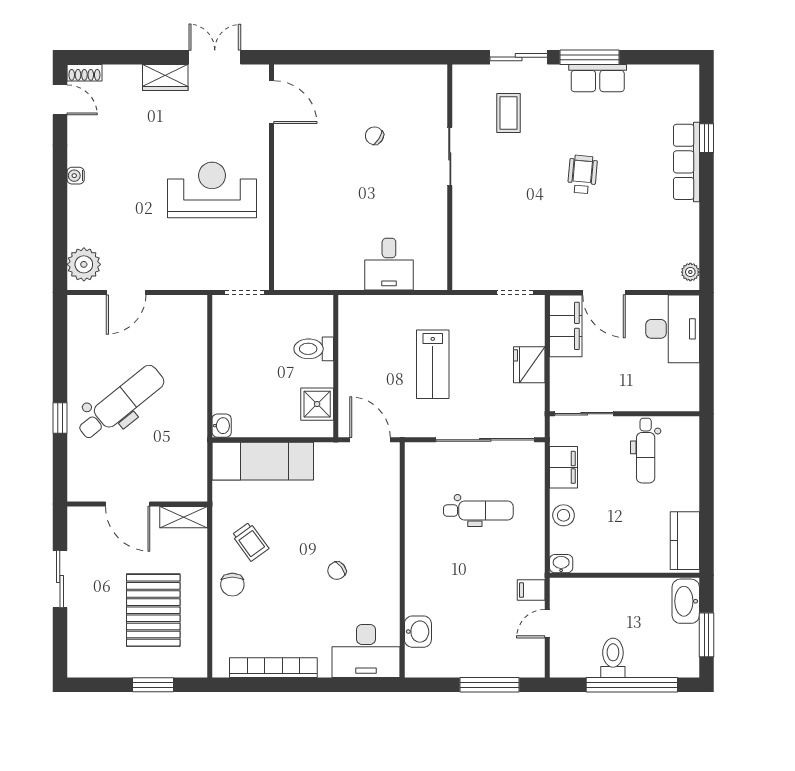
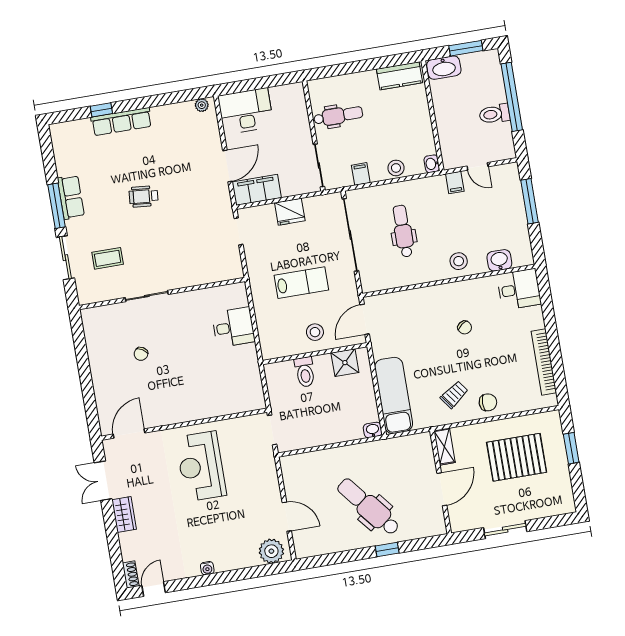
stool: (364, 371) -> (315, 332), added
filing cabinet: (563, 467) -> (361, 174), width x0.50
stool: (426, 577) -> (459, 261), added
desk: (366, 651) -> (519, 289), width x0.73

